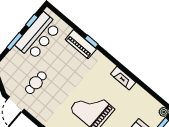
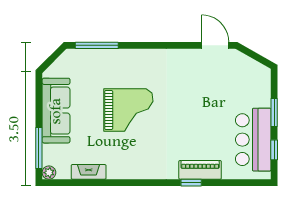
fireplace: (123, 78) -> (89, 172), moved
cafe table: (36, 83) -> (213, 87), removed

